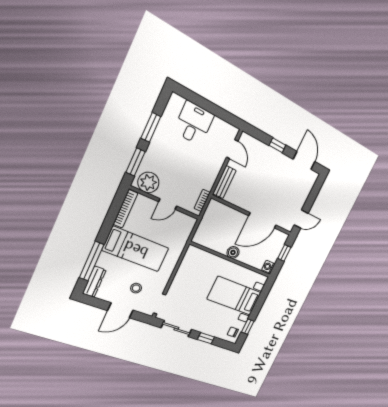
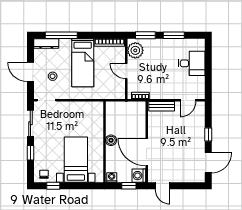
washing machine: (280, 239) -> (139, 176), added

